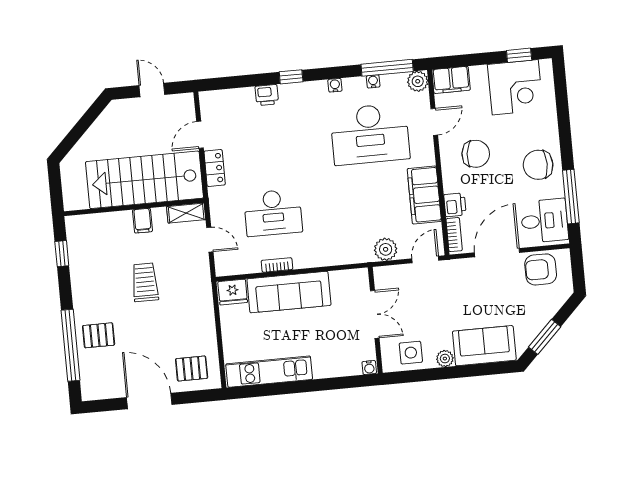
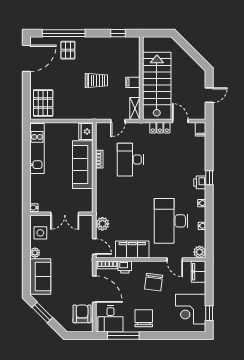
window: (387, 68) -> (209, 235), removed
printer: (267, 95) -> (200, 182), moved
filing cabinet: (211, 99) -> (201, 129), added
pallet: (192, 369) -> (43, 103), width x1.50, depth x1.42
door: (149, 401) -> (26, 58), moved

